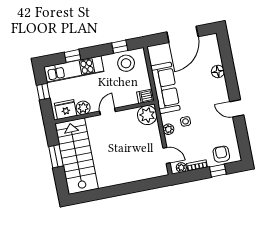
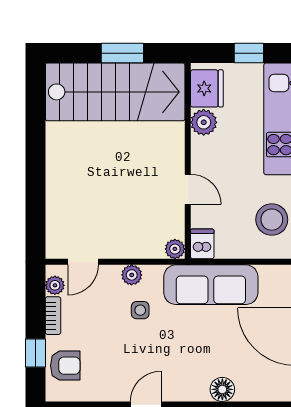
door: (108, 111) -> (188, 189), moved
plant: (147, 115) -> (175, 249), width x0.53, depth x0.53

